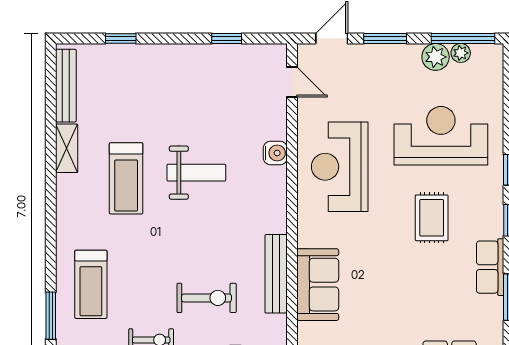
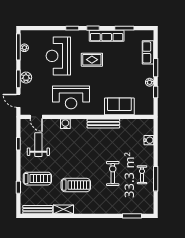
plant: (436, 57) -> (26, 78), moved
door: (292, 82) -> (36, 117), swing flipped
weight bench: (196, 173) -> (38, 145), moved
row of seats: (490, 267) -> (107, 36), width x1.48
bench: (276, 274) -> (103, 123), moved
treadmill: (91, 284) -> (37, 179), moved
exercise bike: (207, 298) -> (113, 173), moved

